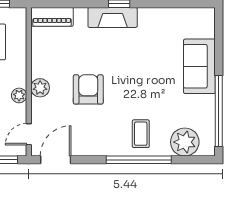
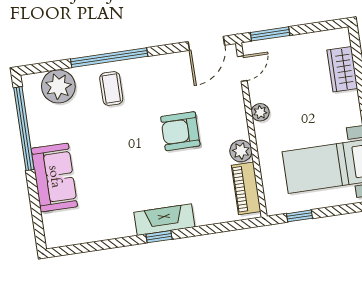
piano: (52, 17) -> (246, 188), moved, turned -90
plant: (40, 88) -> (241, 151), moved
armchair: (88, 89) -> (180, 131), turned 90

